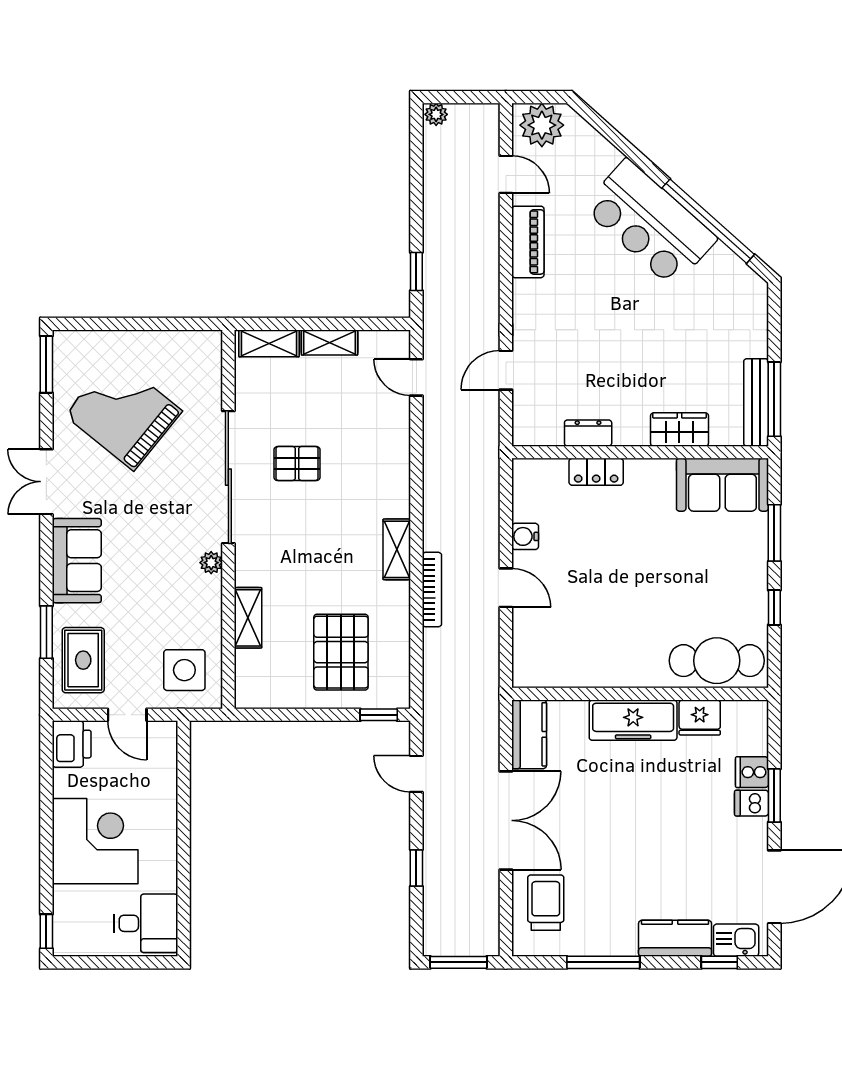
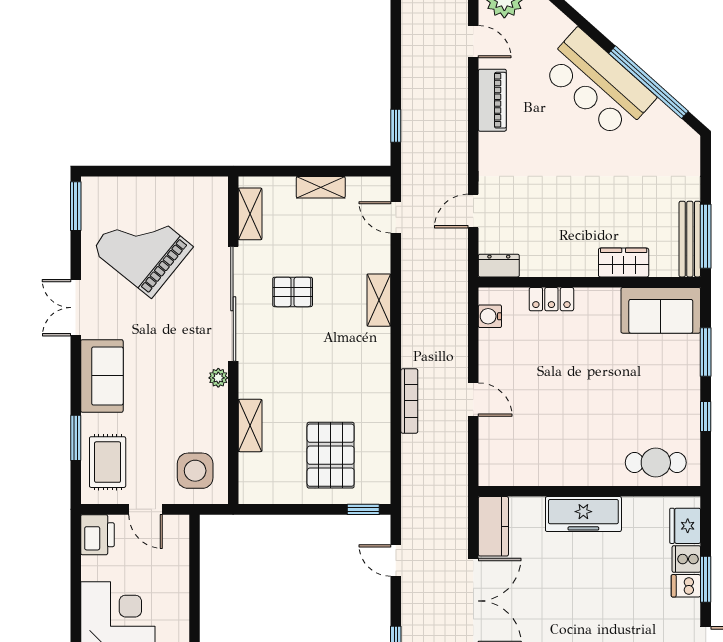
shelving: (269, 343) -> (250, 214), moved, turned 90
dresser: (588, 433) -> (499, 266), moved
water cooler: (525, 536) -> (490, 316), moved
shelving: (397, 549) -> (379, 300), moved
cafe table: (717, 661) -> (656, 463), width x0.73, depth x0.74
fridge: (700, 717) -> (685, 526), moved, turned 90

